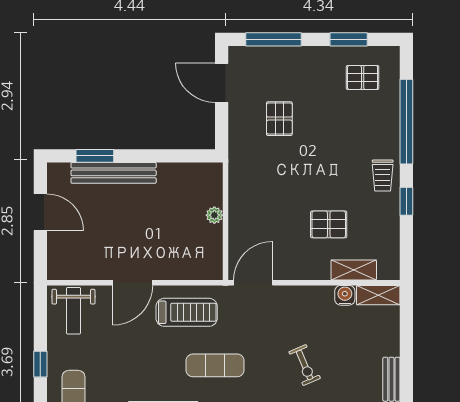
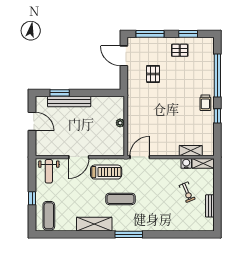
pallet: (363, 78) -> (180, 50), moved
pallet: (329, 224) -> (178, 128), removed
exercise bike: (305, 365) -> (187, 192), moved

